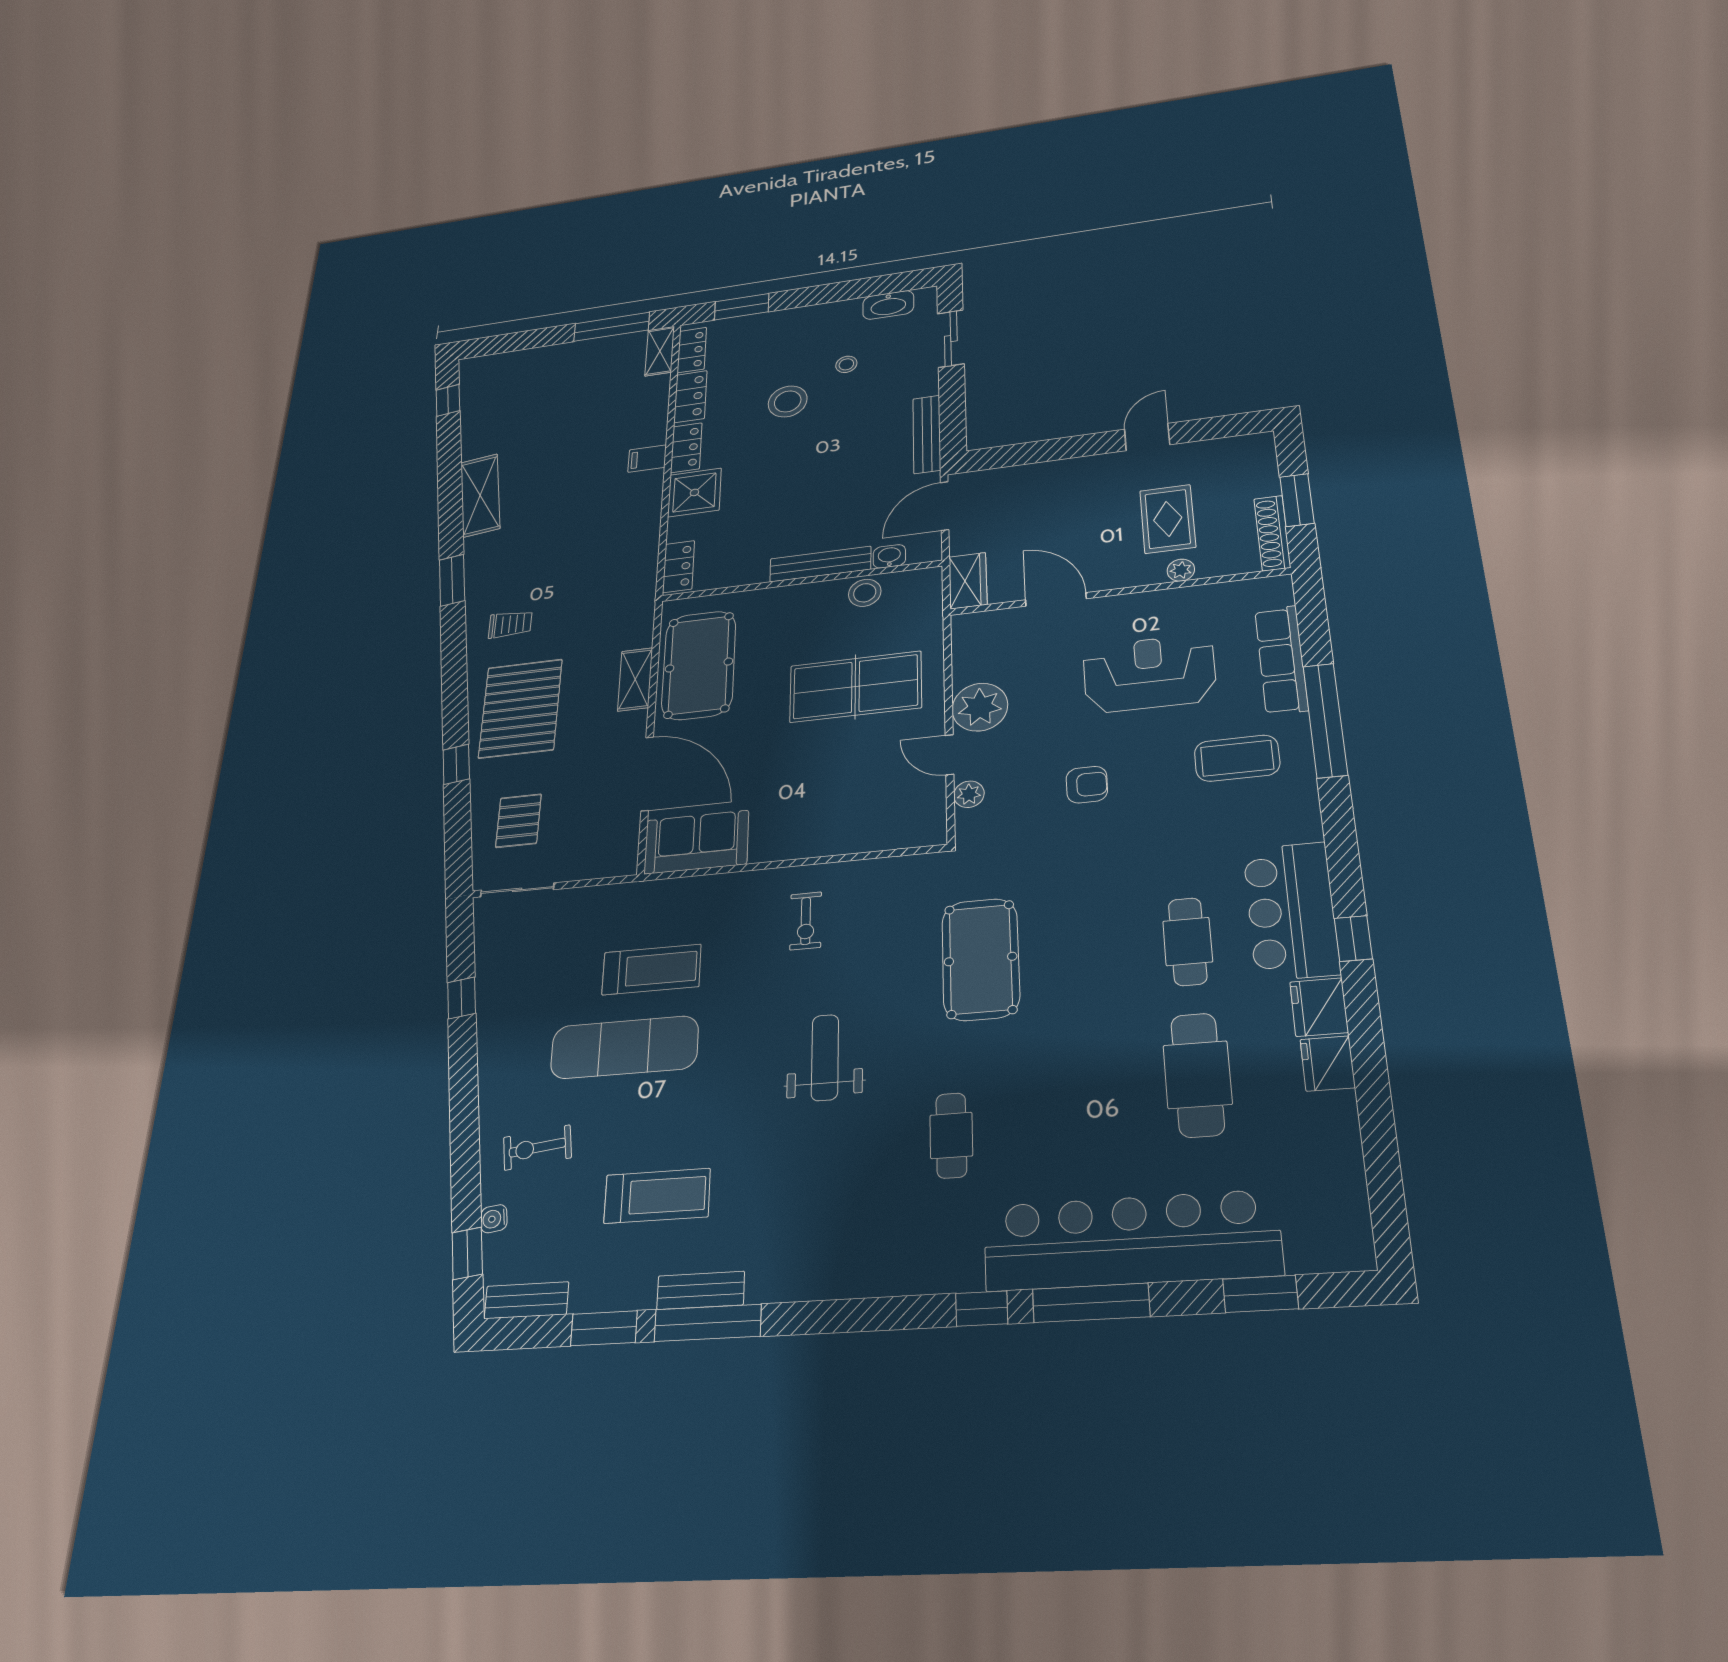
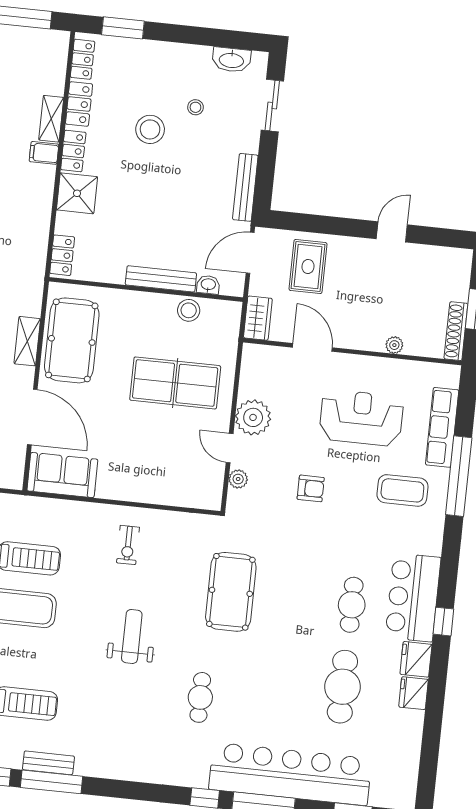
shelving: (660, 351) -> (51, 119), moved
rug: (1168, 519) -> (308, 266), moved

